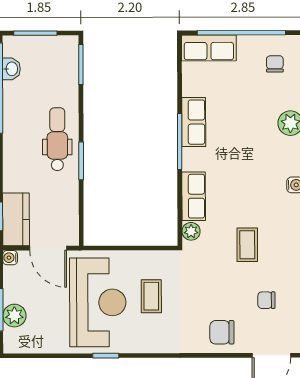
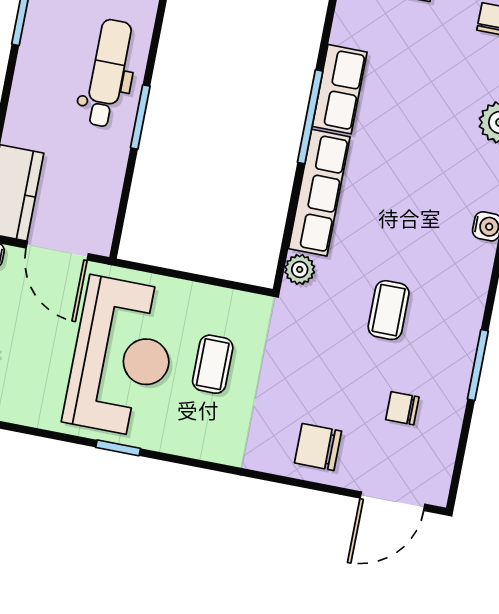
row of seats: (194, 196) -> (319, 193), width x1.48

